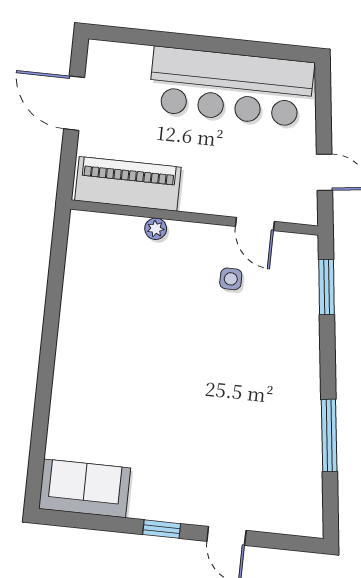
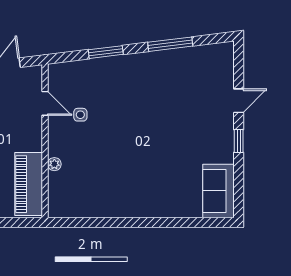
door: (255, 224) -> (45, 103), hinge flipped
window: (327, 287) -> (106, 52), moved

